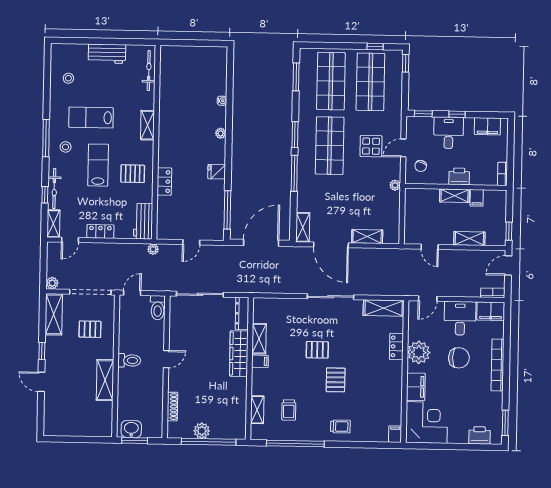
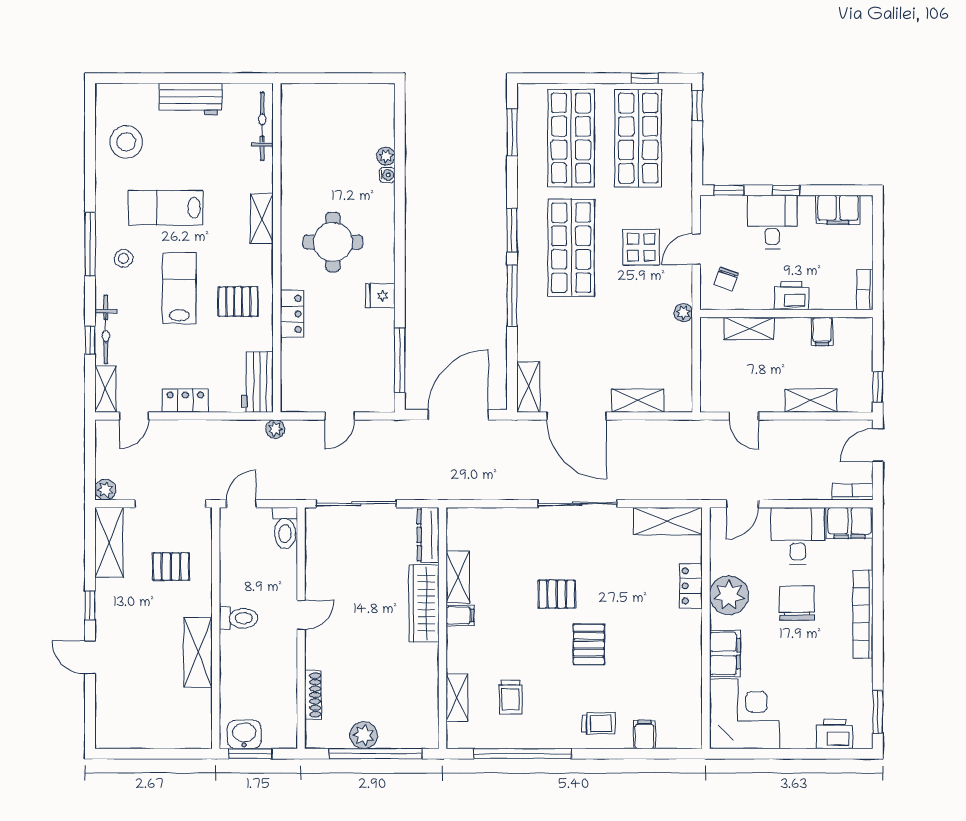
stool: (68, 78) -> (126, 142), width x1.89, depth x1.89
plant: (221, 133) -> (386, 156), moved
round table: (189, 140) -> (333, 242), added
shelving: (455, 196) -> (749, 328), moved
chair: (459, 358) -> (797, 603), turned -90
filing cabinet: (395, 434) -> (644, 735), moved

